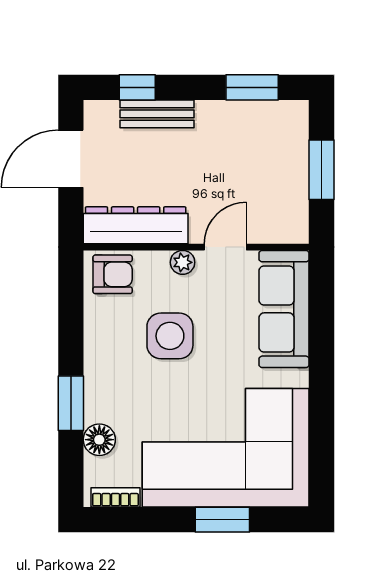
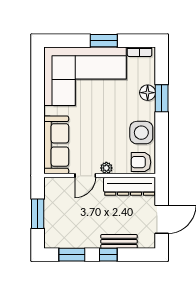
window: (137, 87) -> (108, 255), moved
side table: (170, 336) -> (141, 133), moved
floor lamp: (99, 440) -> (148, 93), moved
window: (222, 520) -> (104, 41), moved

